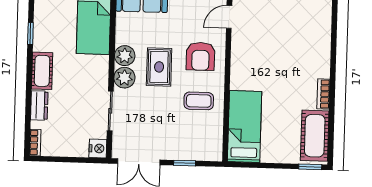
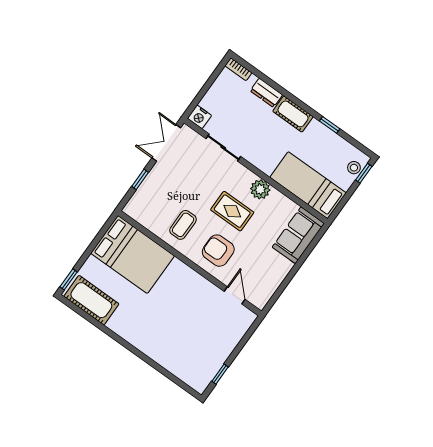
plant: (124, 78) -> (242, 177), removed
bookcase: (323, 94) -> (120, 330), removed
bed: (245, 127) -> (133, 254), width x1.50

